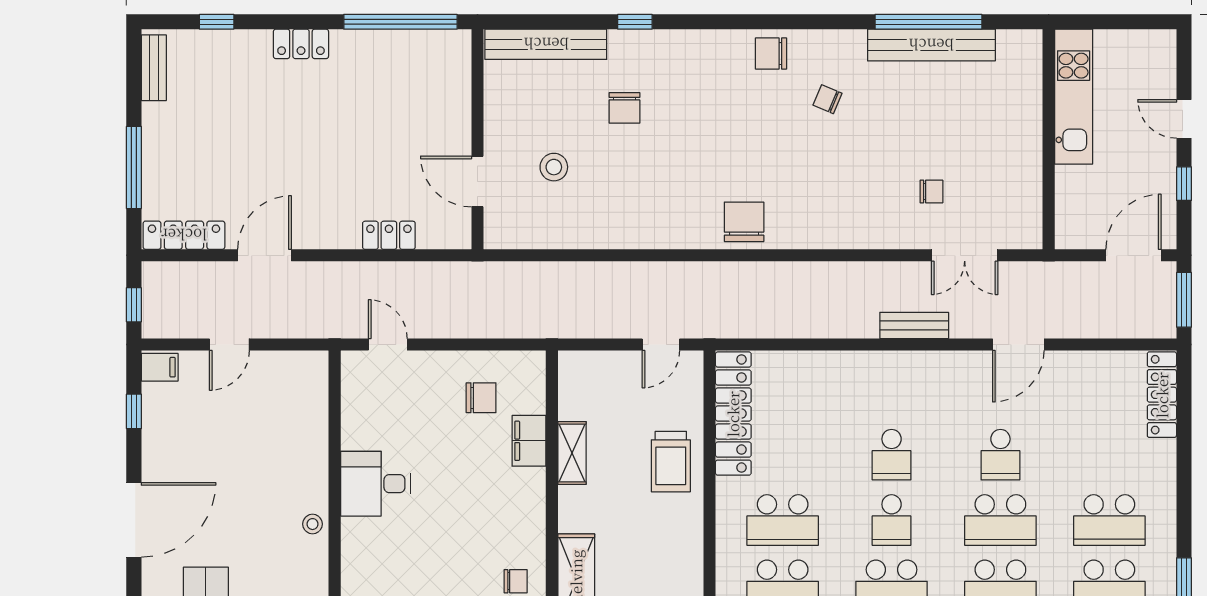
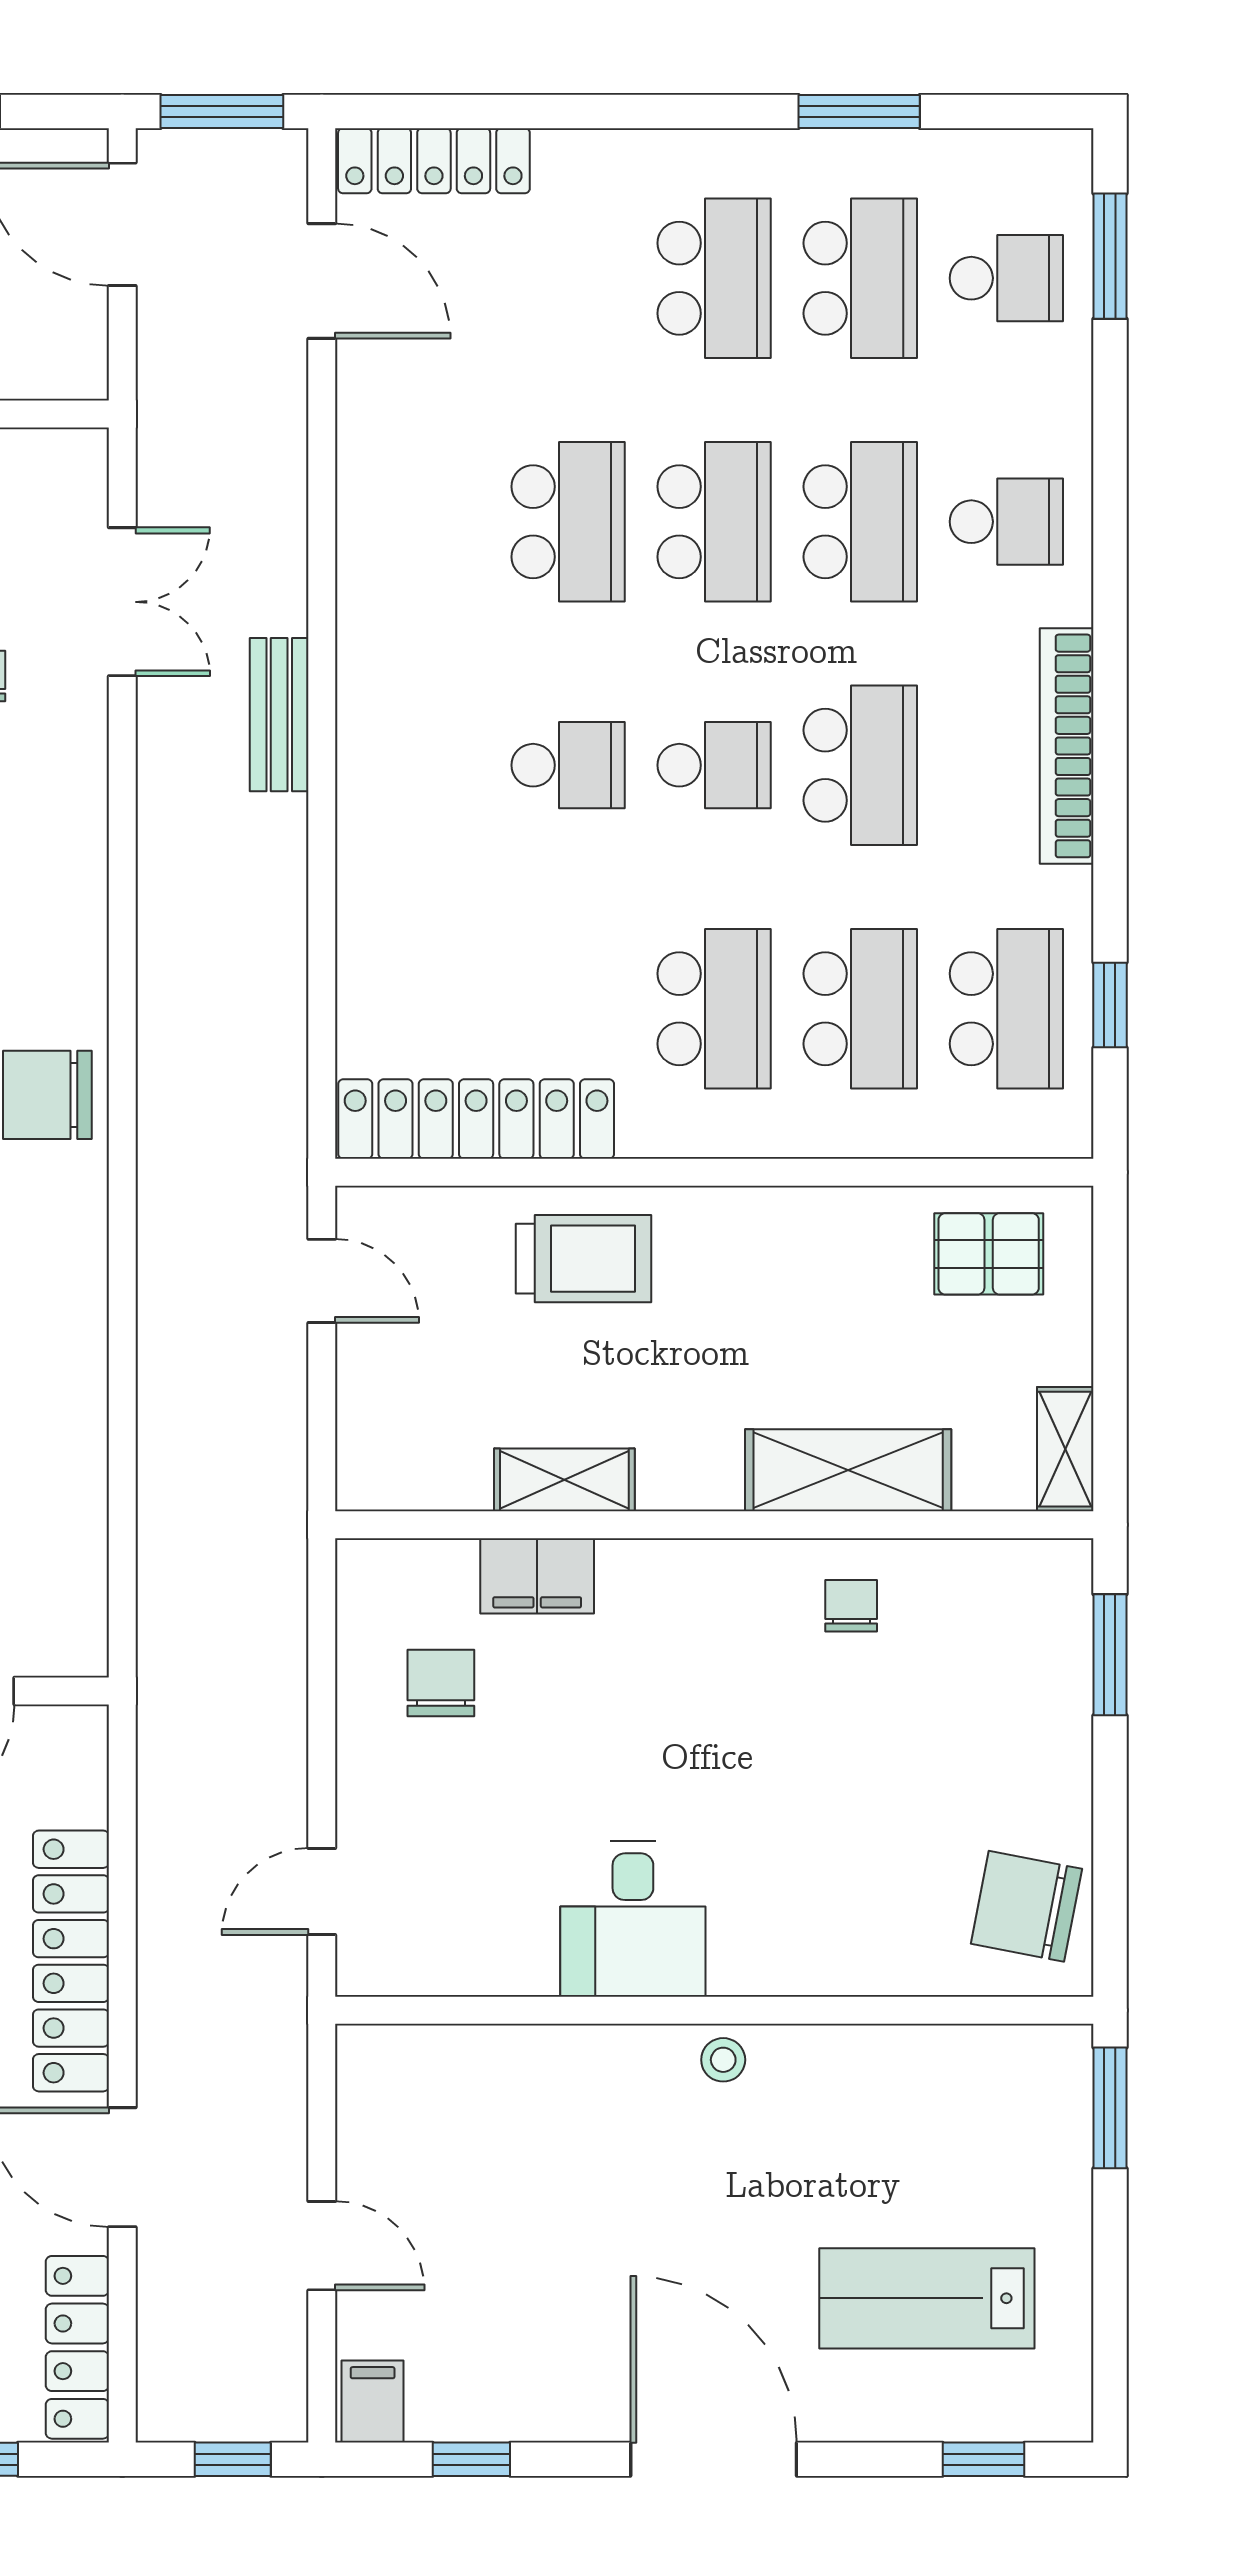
locker: (389, 235) -> (71, 1961), width x2.16, depth x1.21
door: (1018, 344) -> (322, 281), moved
school desk: (1000, 455) -> (568, 522), width x1.85

